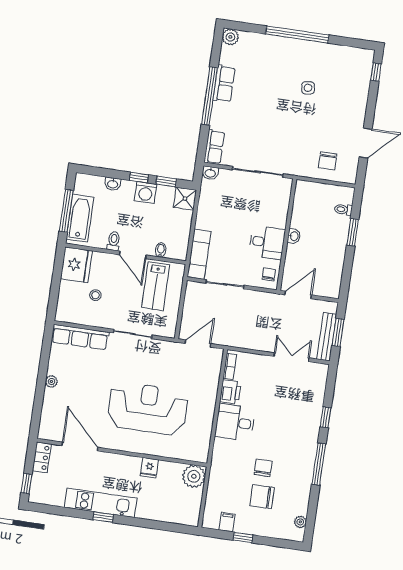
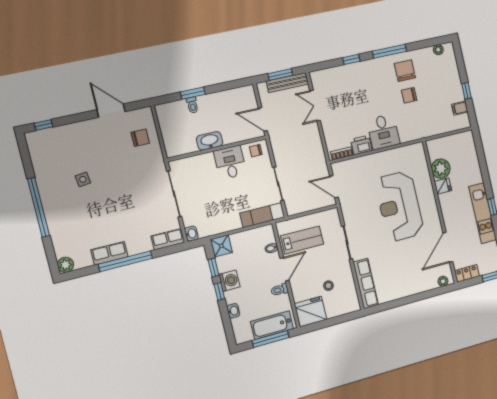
toilet: (343, 210) -> (192, 105), moved
washbasin: (294, 236) -> (210, 141), width x1.91, depth x1.45
plant: (51, 381) -> (443, 281), moved
plant: (194, 476) -> (441, 169), moved
chair: (262, 497) -> (405, 71), moved, turned 180

